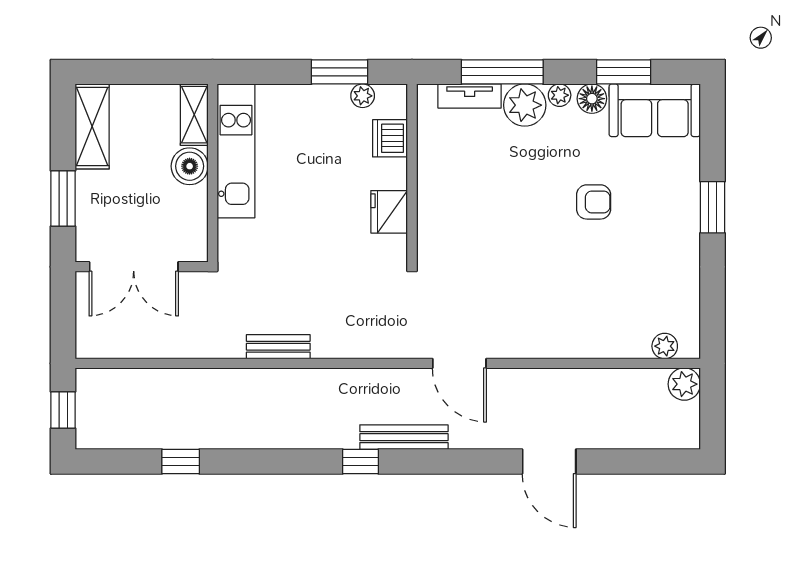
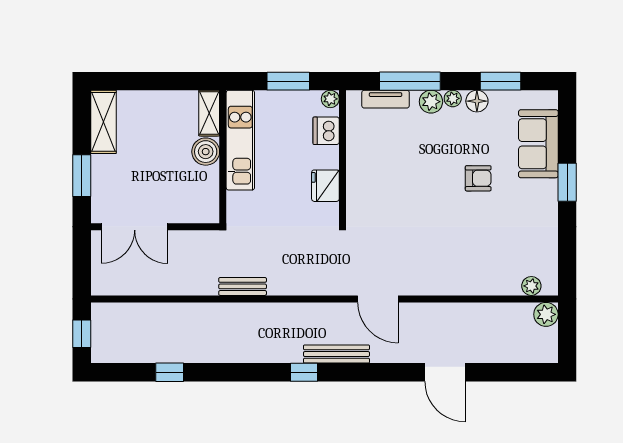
plant: (363, 96) -> (330, 99), moved
plant: (525, 105) -> (431, 102), width x0.73, depth x0.73
sofa: (655, 110) -> (538, 144), moved, turned 90
shelving: (194, 115) -> (209, 113), moved
kitchen unit: (236, 151) -> (240, 140), moved
boiler: (190, 166) -> (206, 152), moved
wall: (213, 173) -> (223, 157), moved

